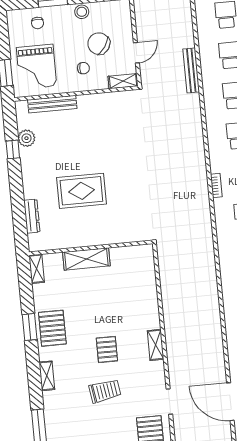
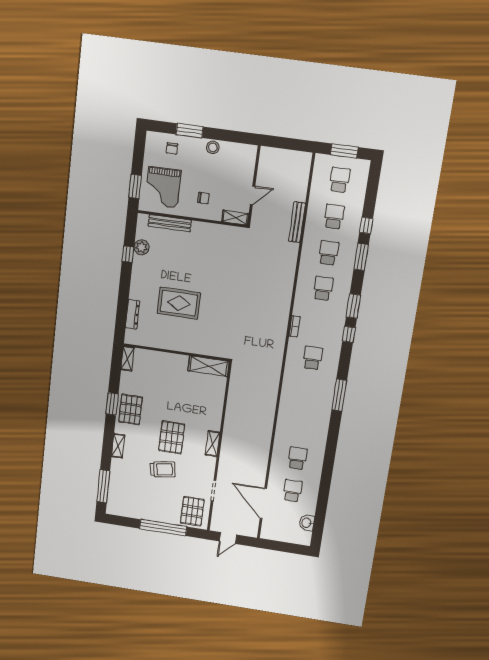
chair: (99, 44) -> (222, 179), removed
shelving: (86, 259) -> (209, 366), moved
pallet: (107, 349) -> (172, 437), width x1.50, depth x1.42

